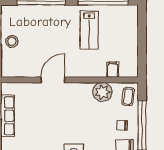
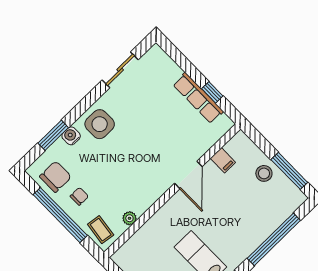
filing cabinet: (113, 70) -> (223, 160), moved
plant: (102, 92) -> (129, 218), width x0.53, depth x0.53

